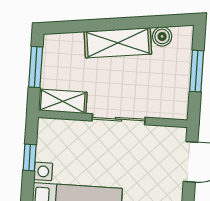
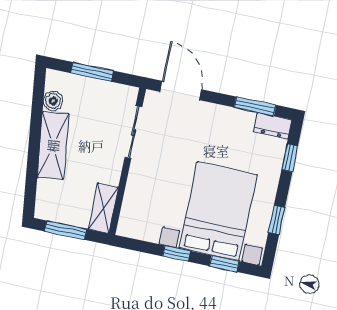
sliding door: (119, 119) -> (133, 132), moved
window: (30, 157) -> (176, 254), moved

